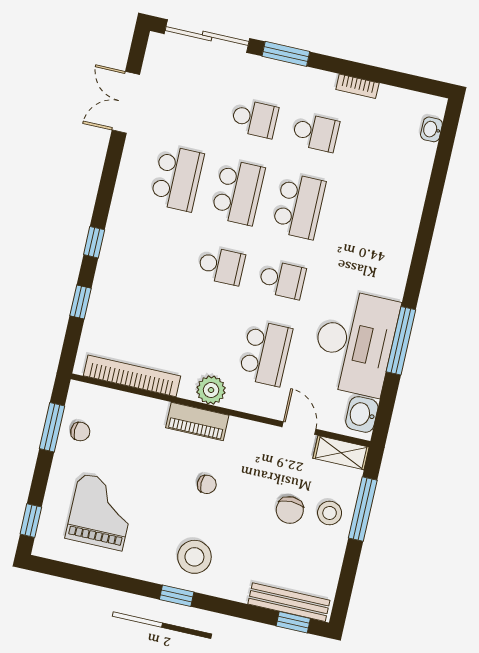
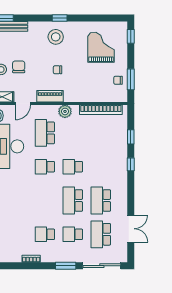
school desk: (299, 206) -> (101, 234), moved
piano: (197, 421) -> (50, 96), moved
door: (299, 428) -> (23, 104), hinge flipped
grand piano: (101, 512) -> (101, 47), turned 180

